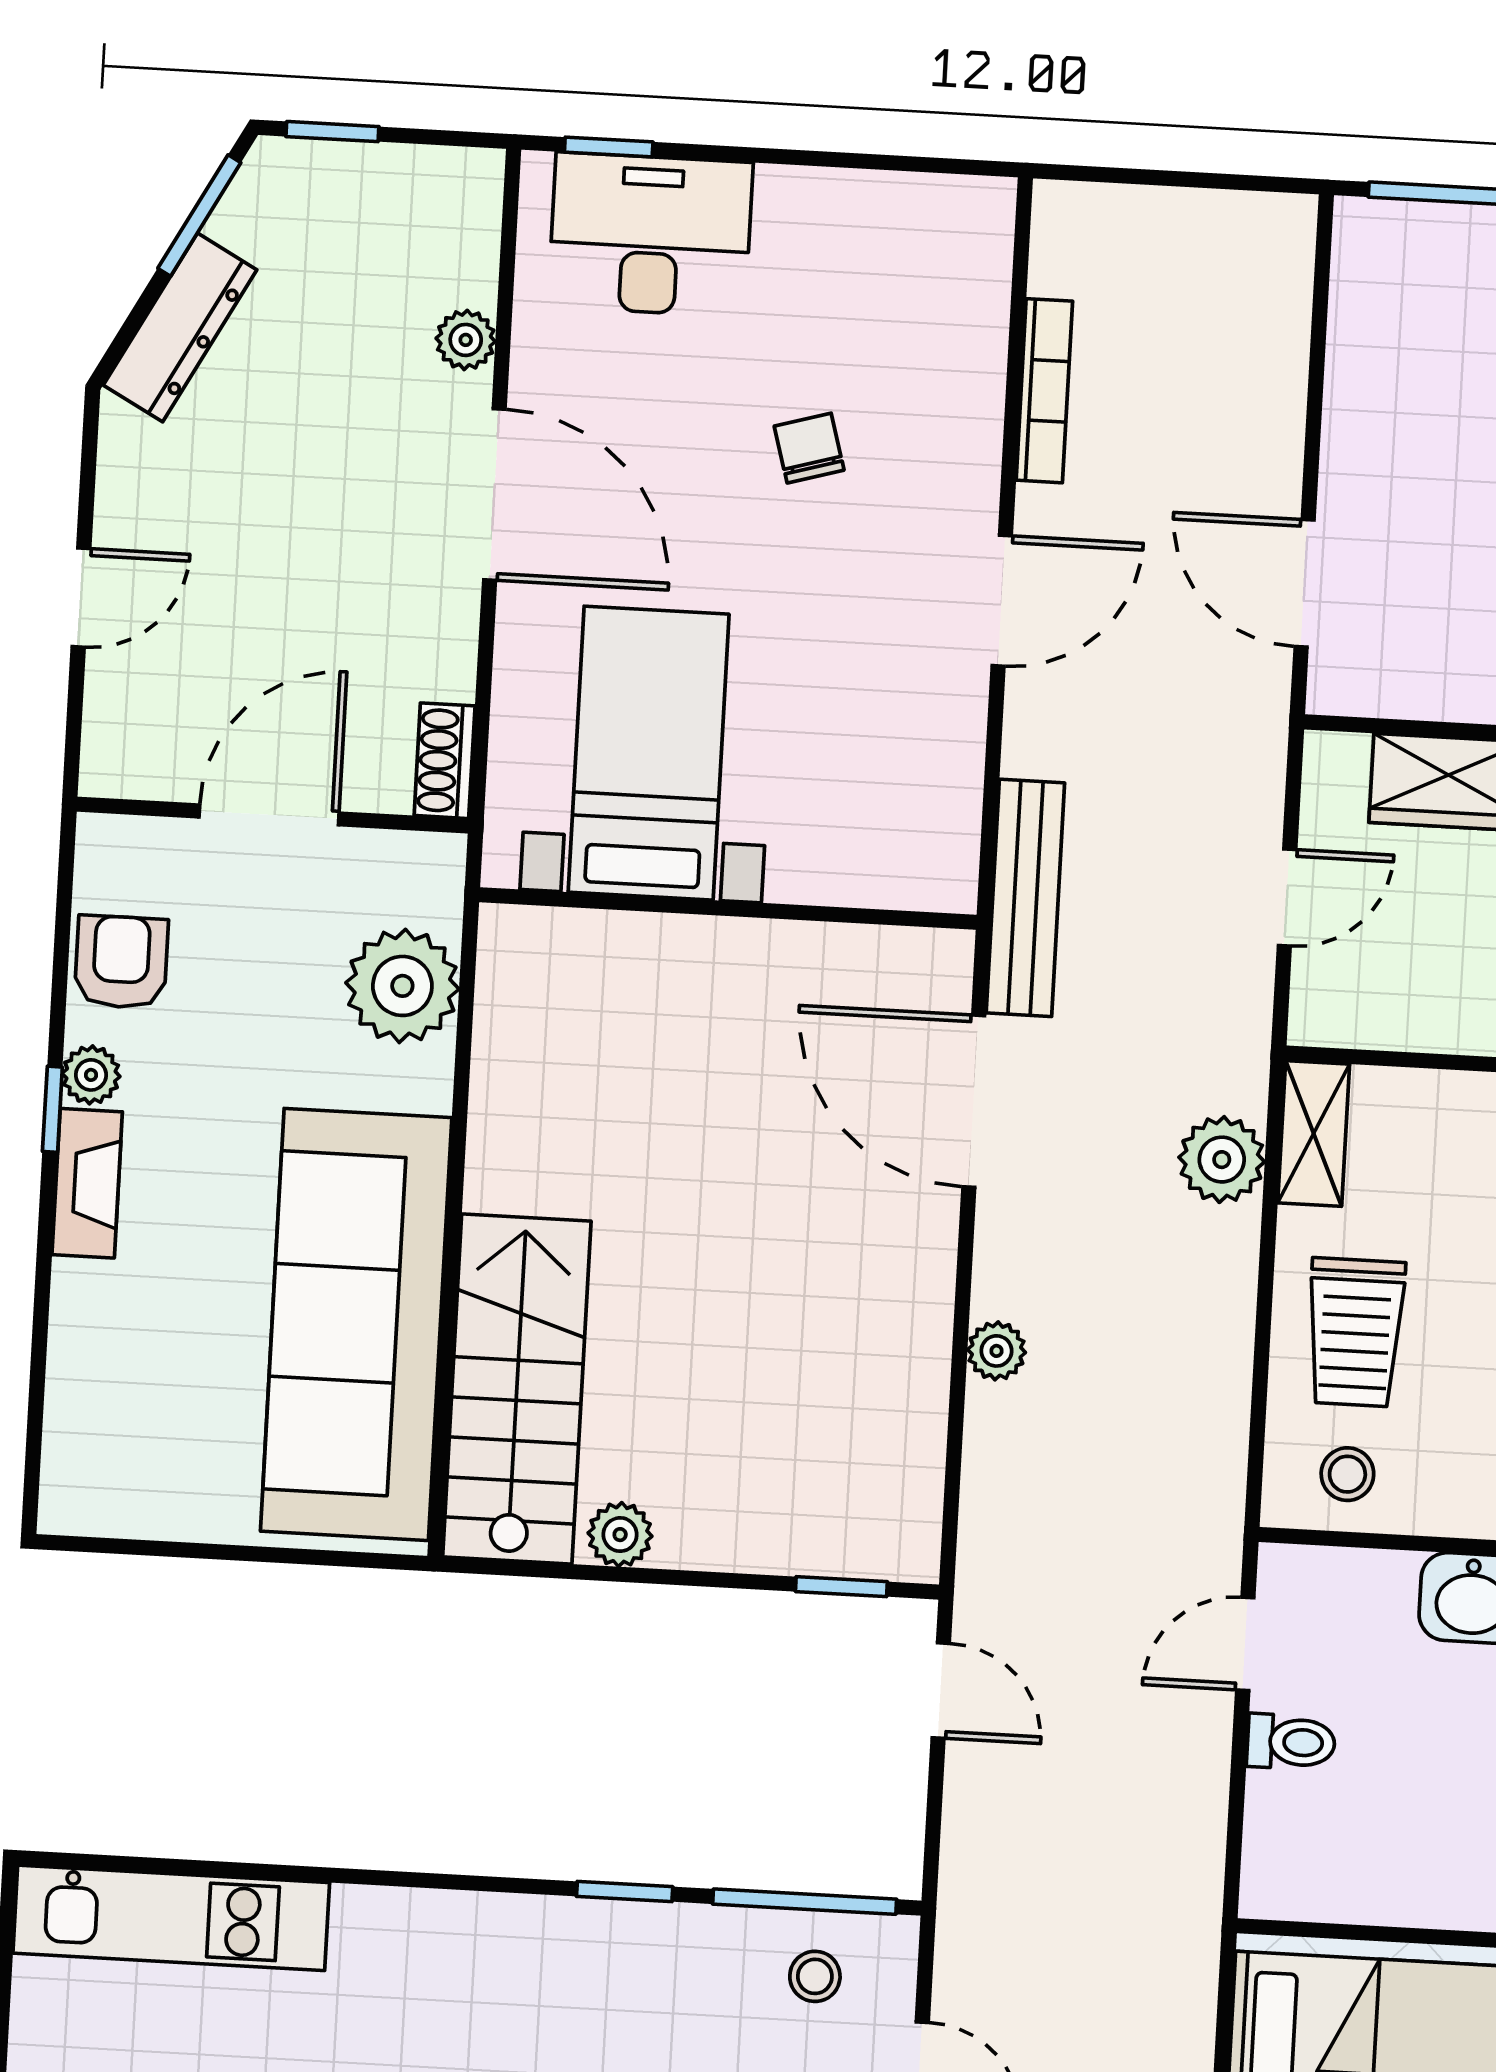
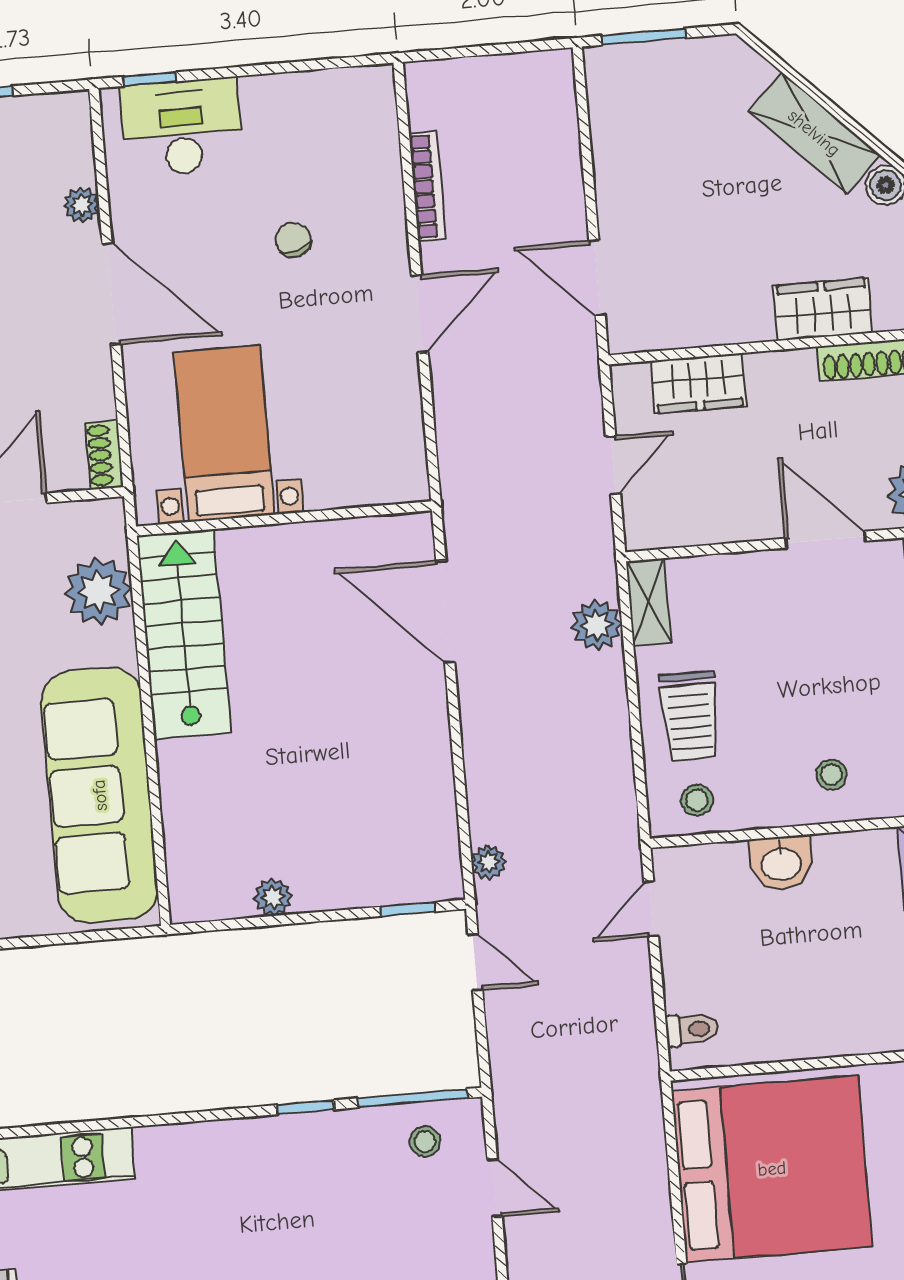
bench: (1025, 898) -> (459, 487), removed
plant: (997, 1351) -> (489, 862), moved
stairs: (517, 1389) -> (184, 634), moved
toilet: (1291, 1742) -> (692, 1029), moved

